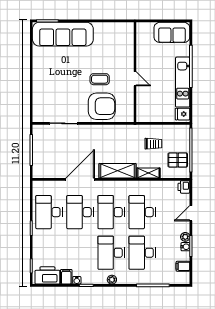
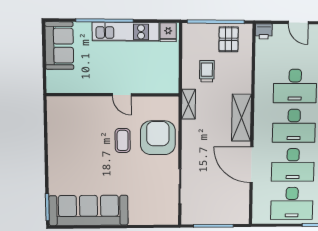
sofa: (63, 34) -> (89, 210), moved, turned -90
door: (135, 79) -> (122, 95), swing flipped
shelving: (148, 173) -> (189, 104), moved

